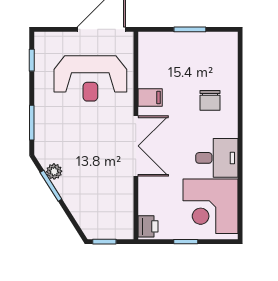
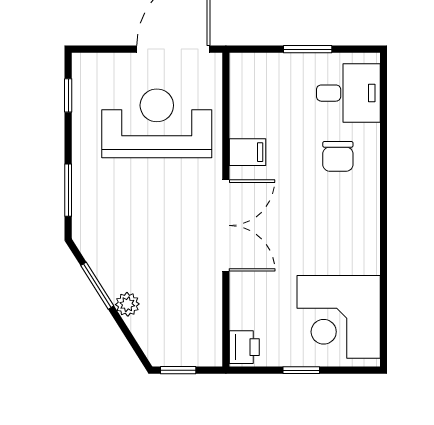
reception desk: (90, 78) -> (157, 123), turned 180
desk: (217, 158) -> (348, 93), moved
plant: (54, 171) -> (127, 304), moved

